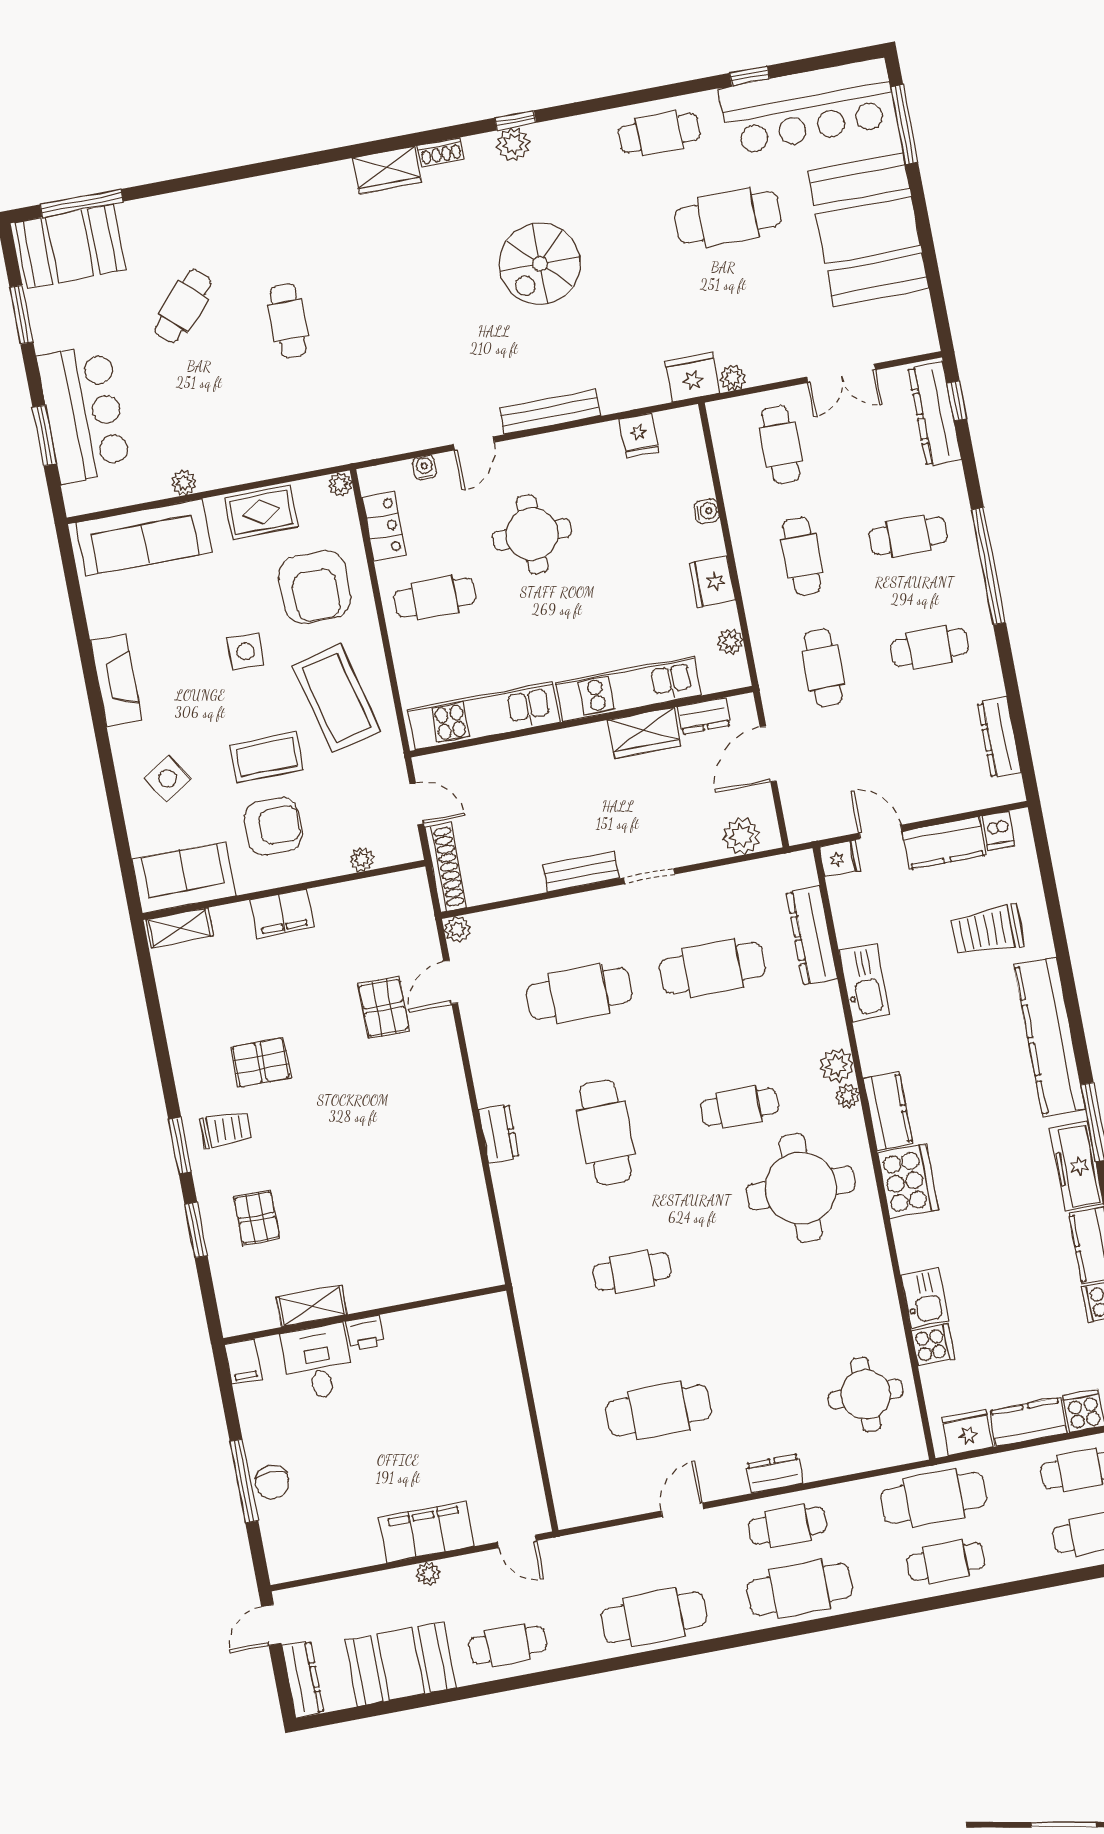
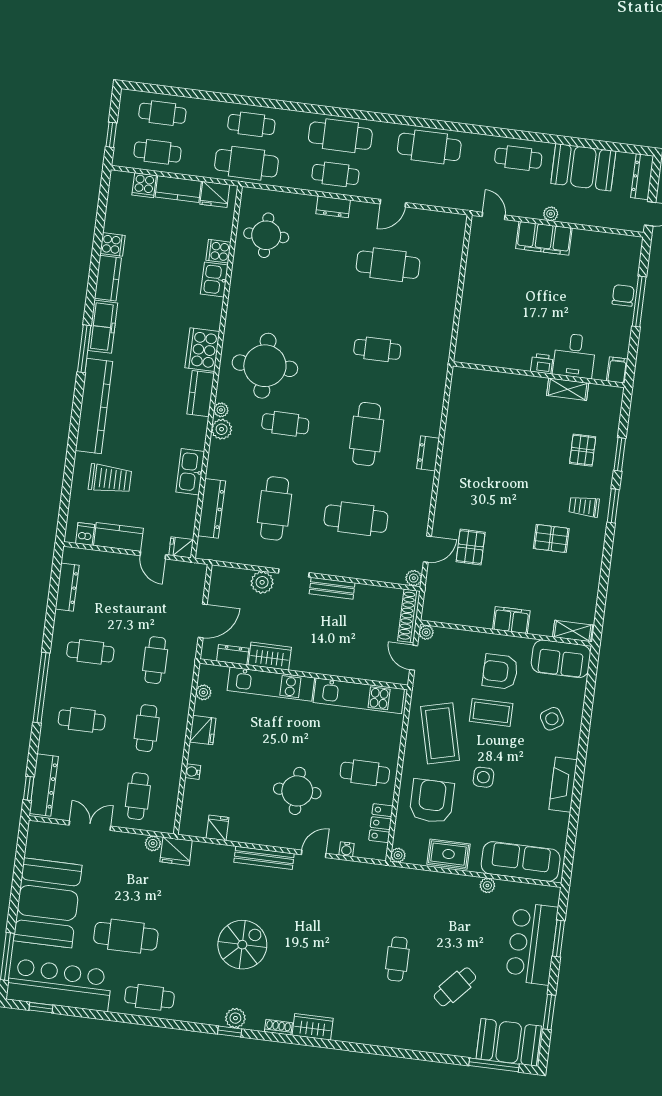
window: (750, 76) -> (41, 1008), moved
plant: (742, 836) -> (262, 582), moved
plant: (362, 860) -> (426, 632), moved
cafe table: (713, 968) -> (275, 508), turned 90

